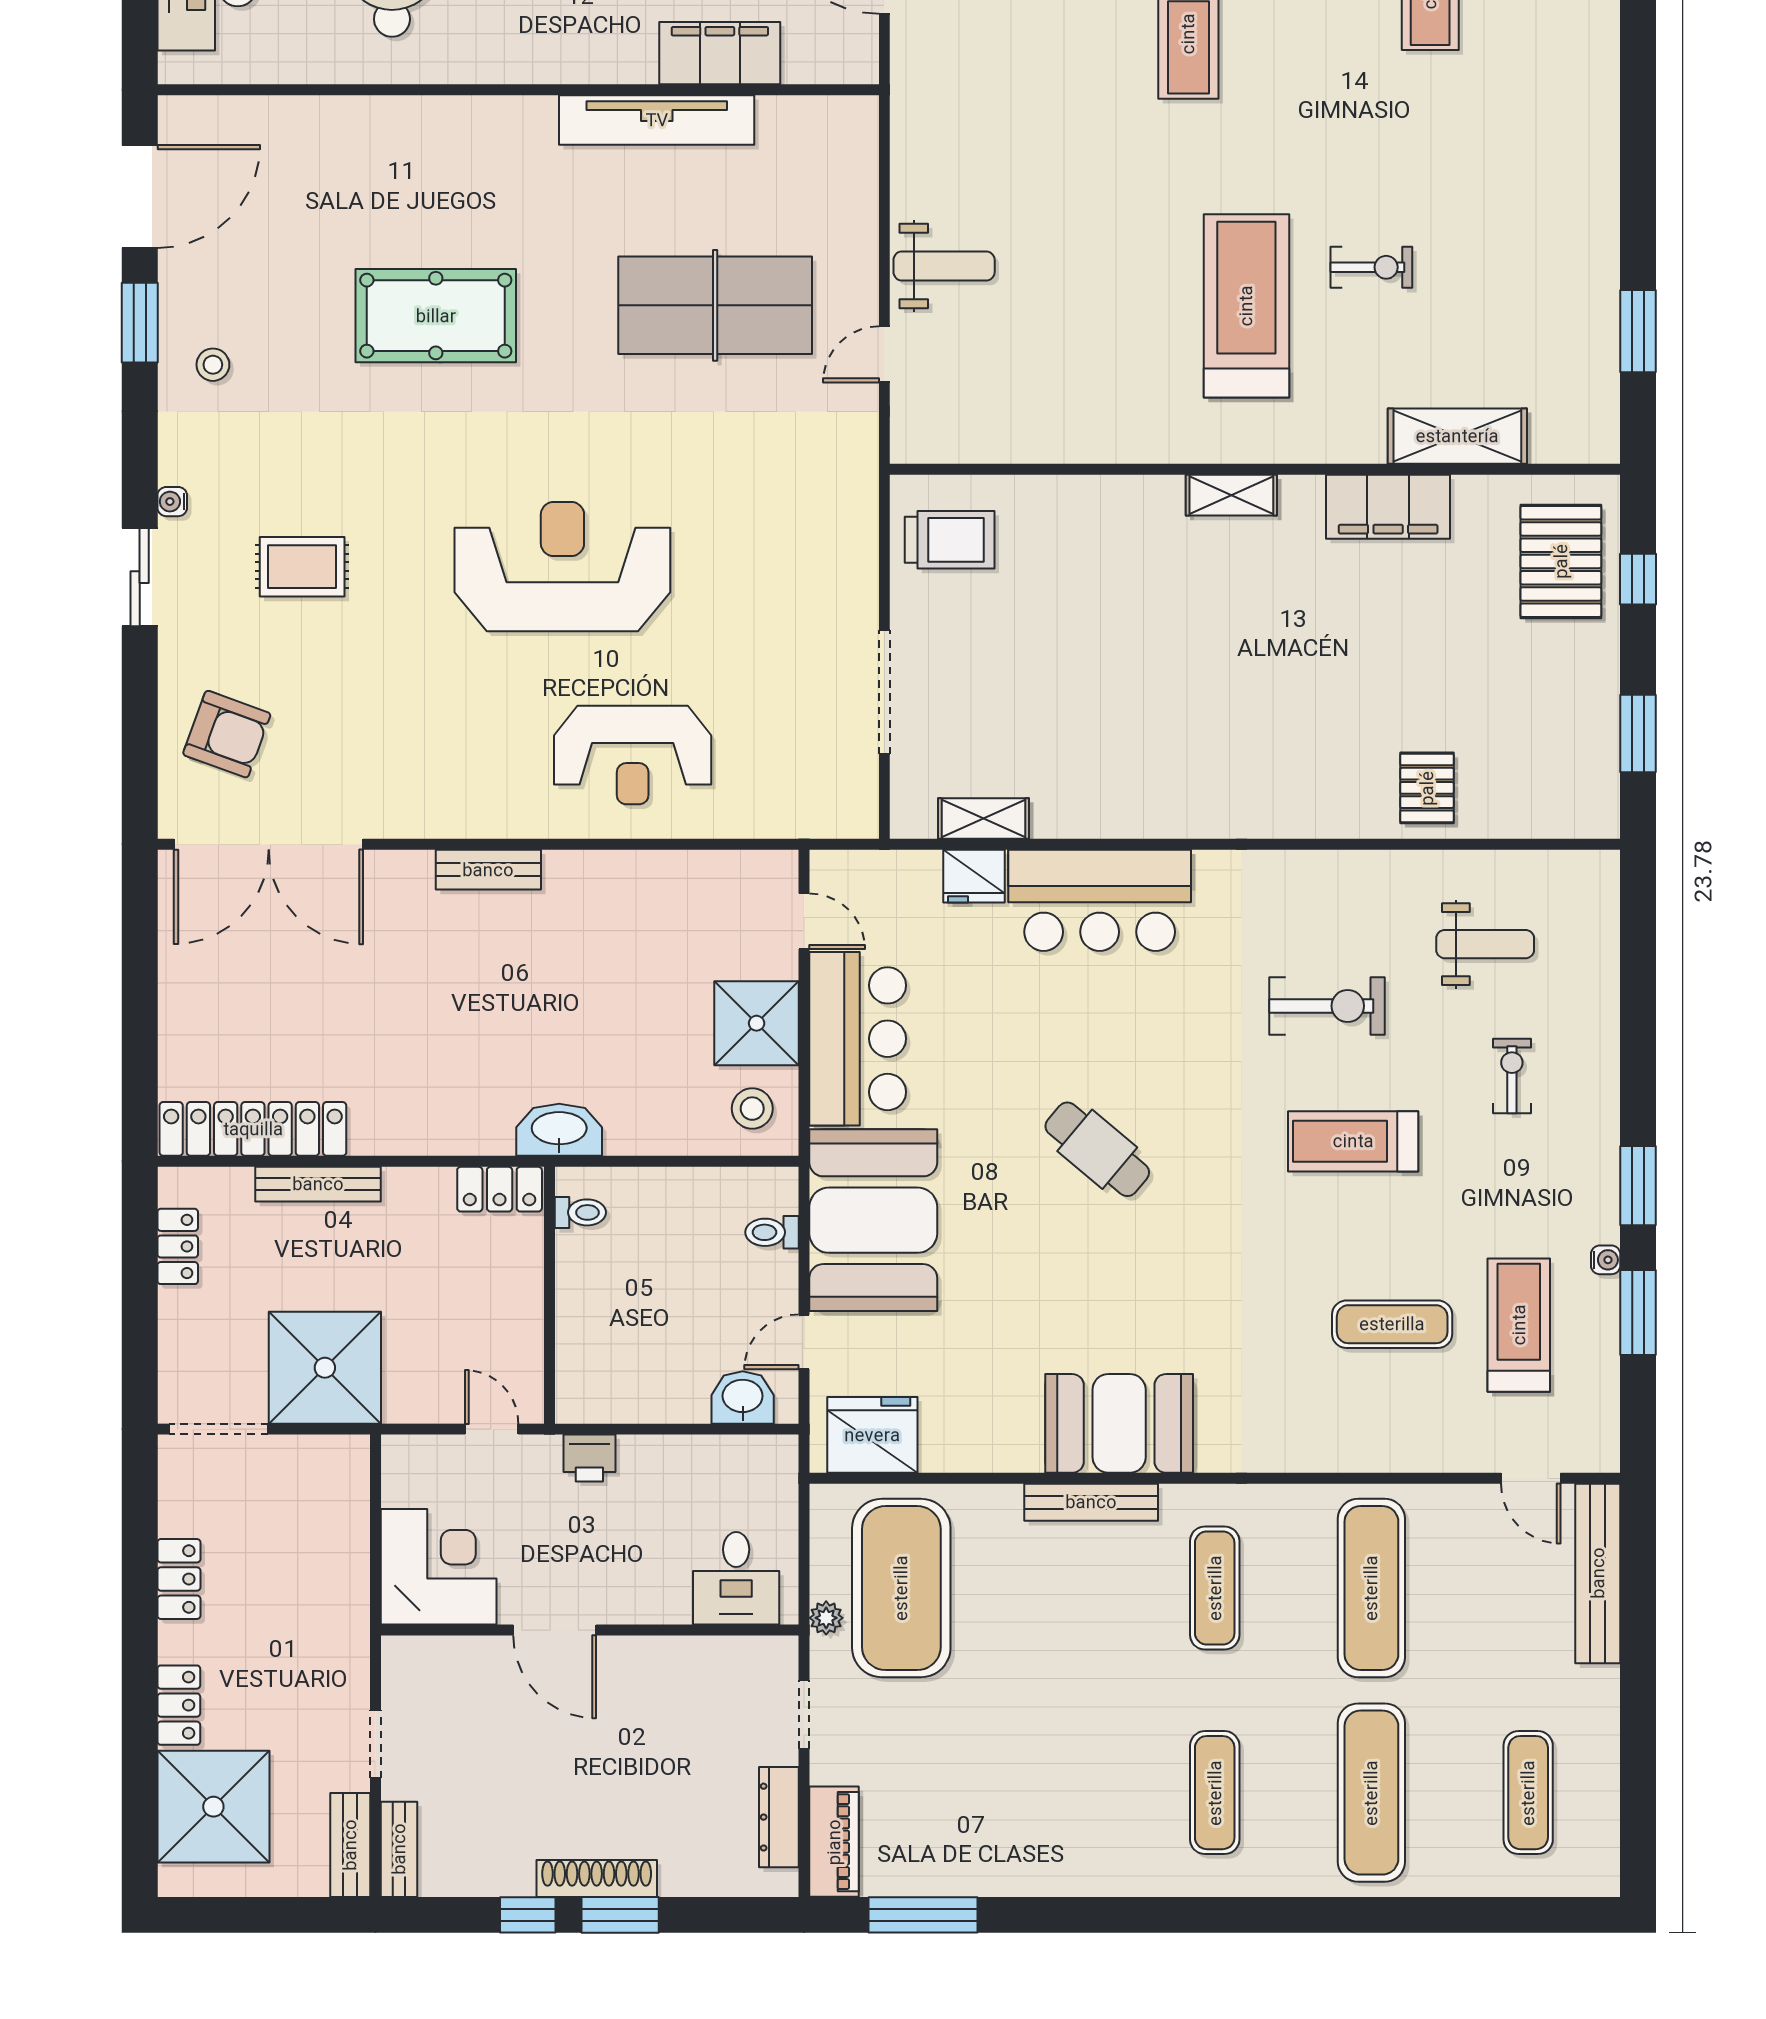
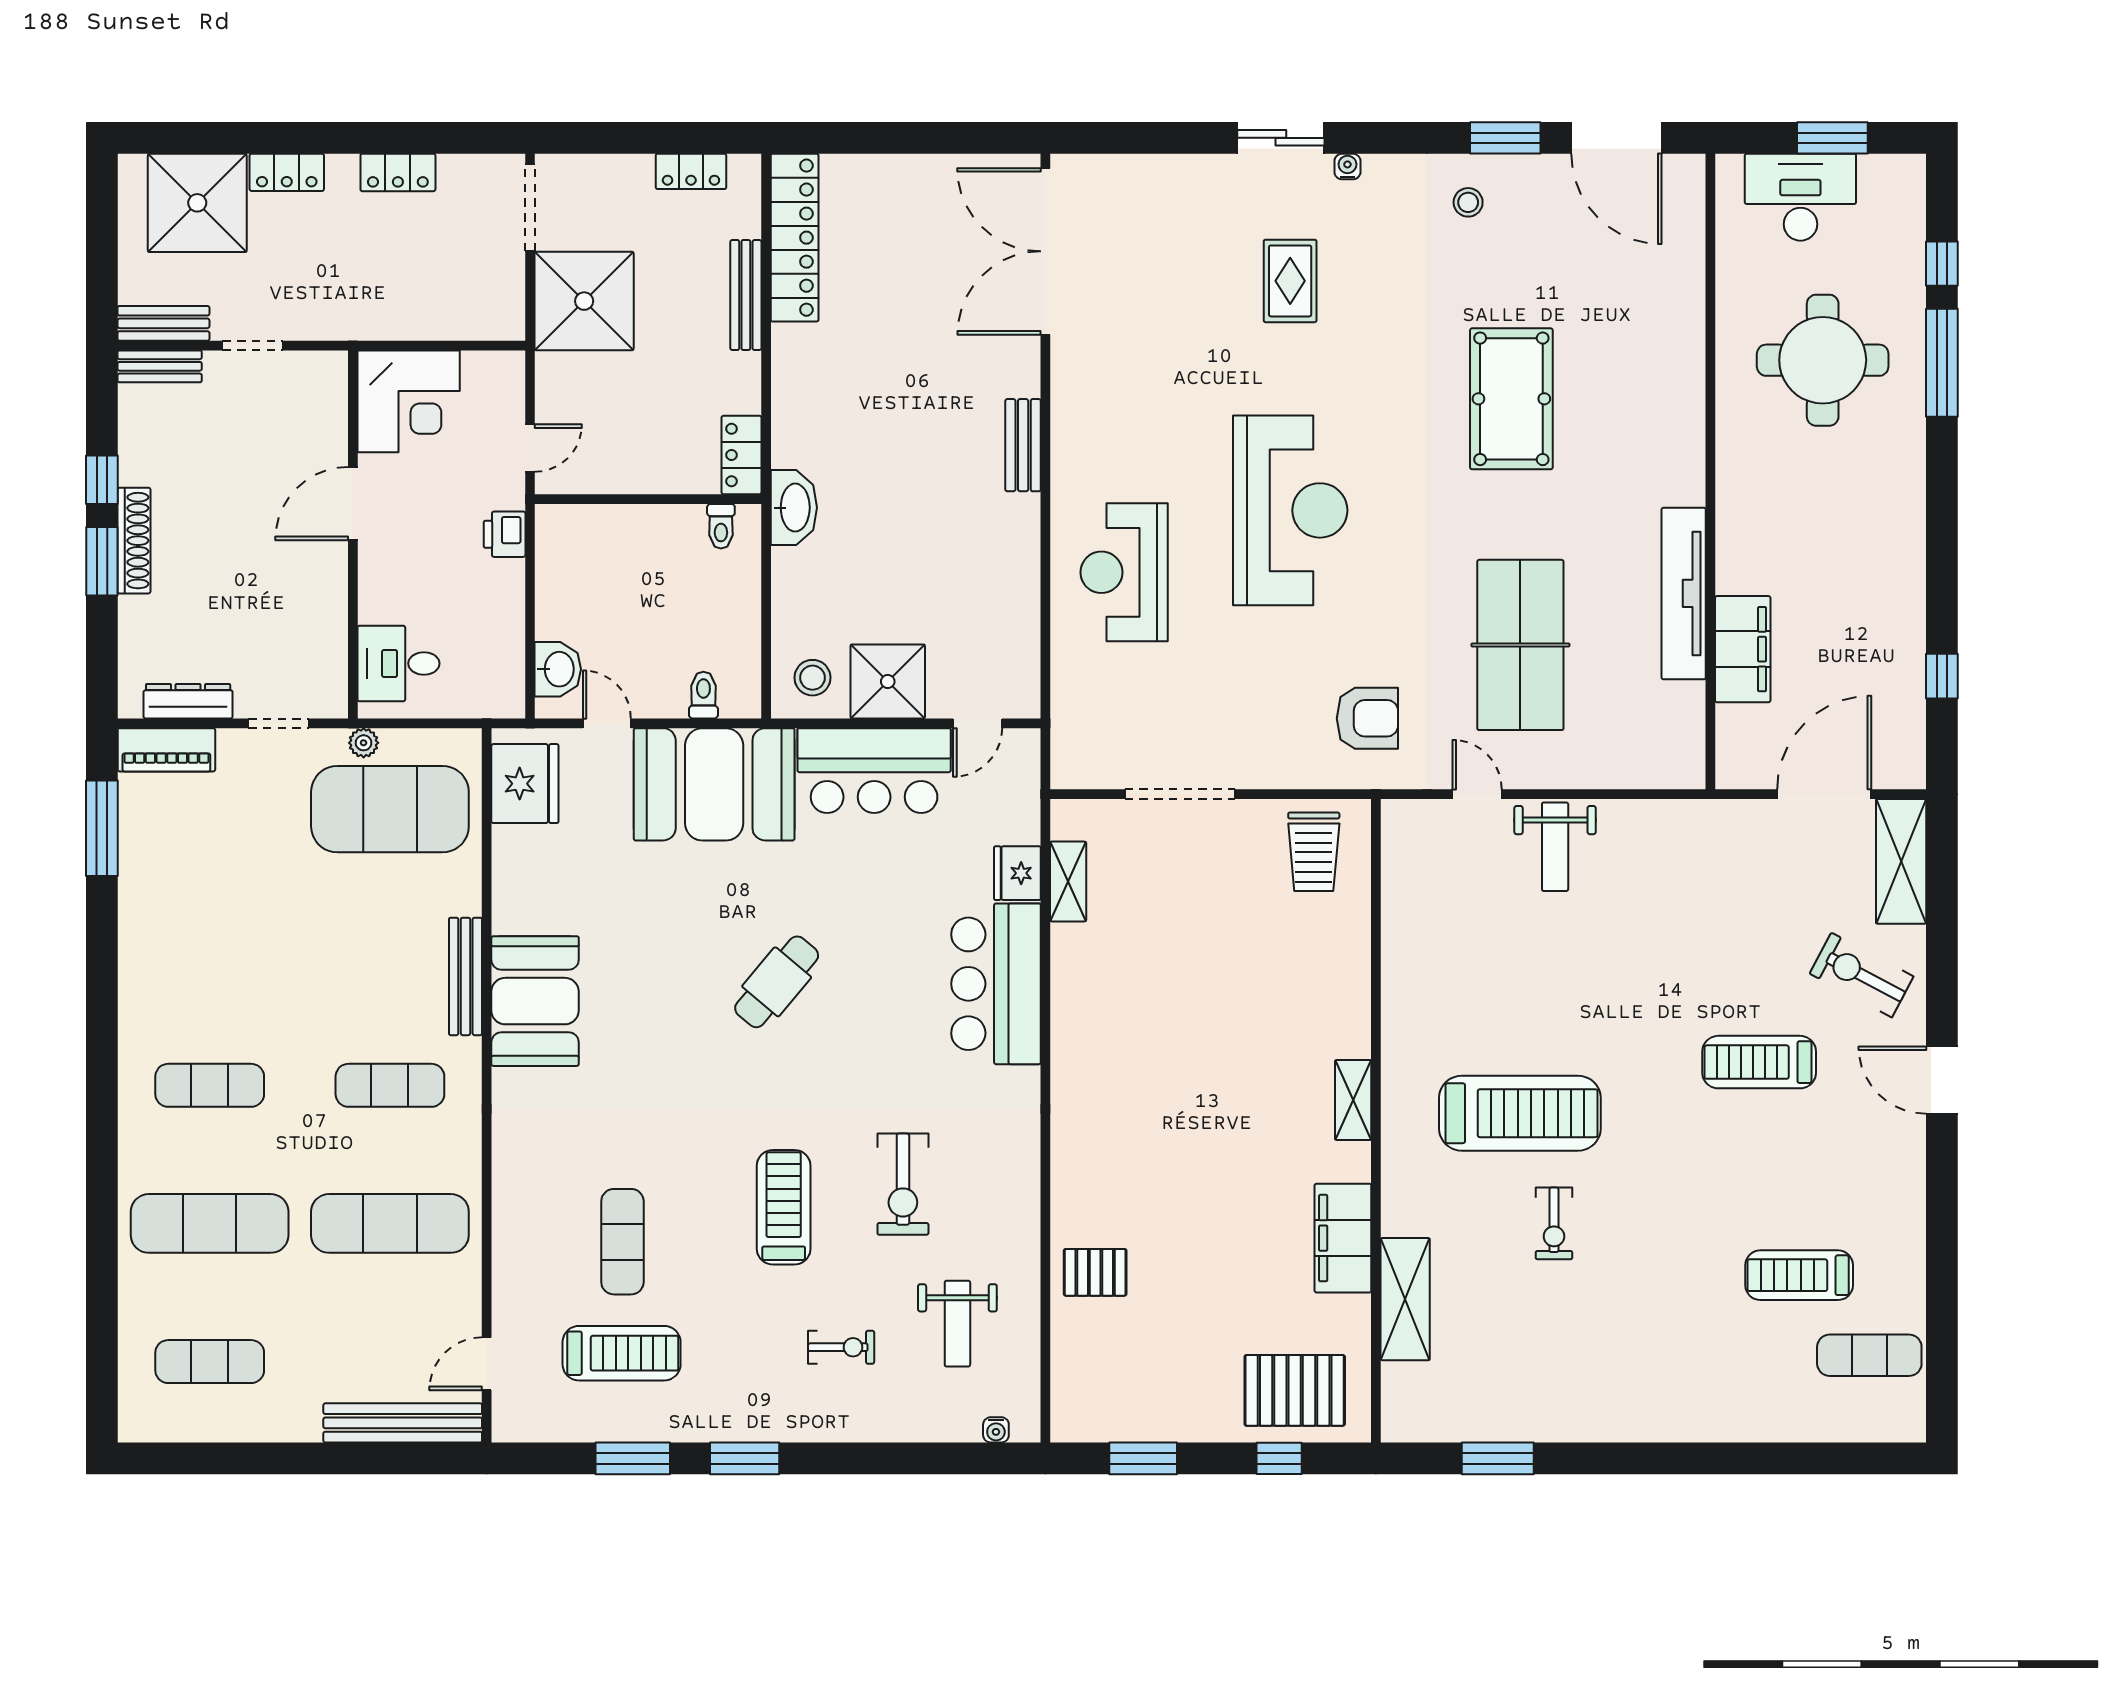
armchair: (227, 734) -> (1367, 718), moved, turned -110
water cooler: (1606, 1260) -> (996, 1430), moved

